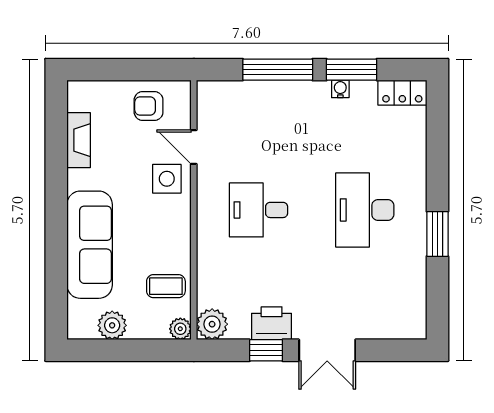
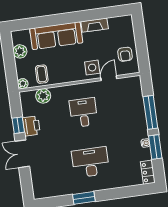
armchair: (149, 106) -> (125, 54), turned 180
fireplace: (79, 140) -> (95, 25), moved
plant: (212, 324) -> (43, 96), moved

